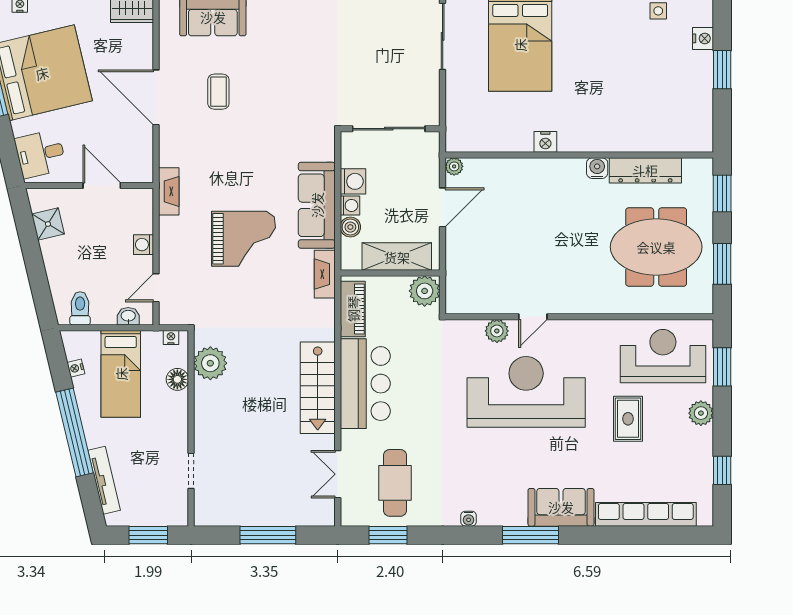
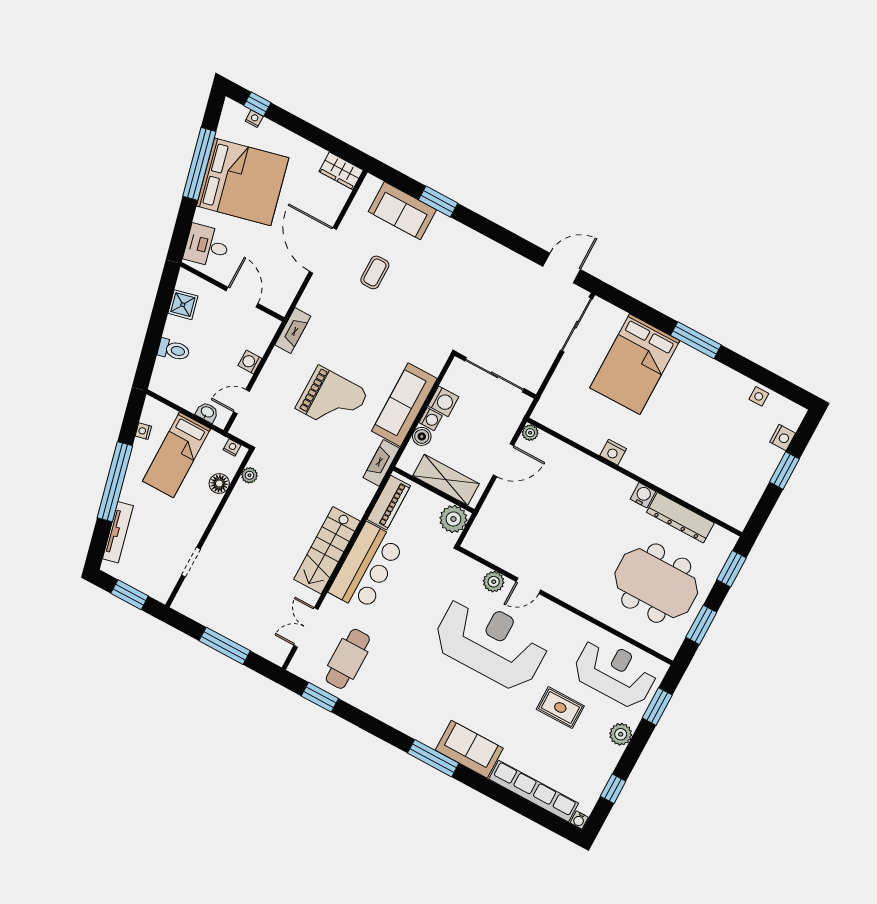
toilet: (80, 308) -> (174, 350), moved, turned 77
plant: (210, 363) -> (249, 475), width x0.53, depth x0.53
rug: (628, 419) -> (560, 708), turned 90
water cooler: (469, 519) -> (579, 820), moved

